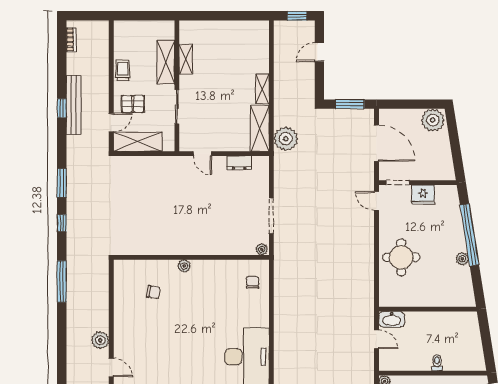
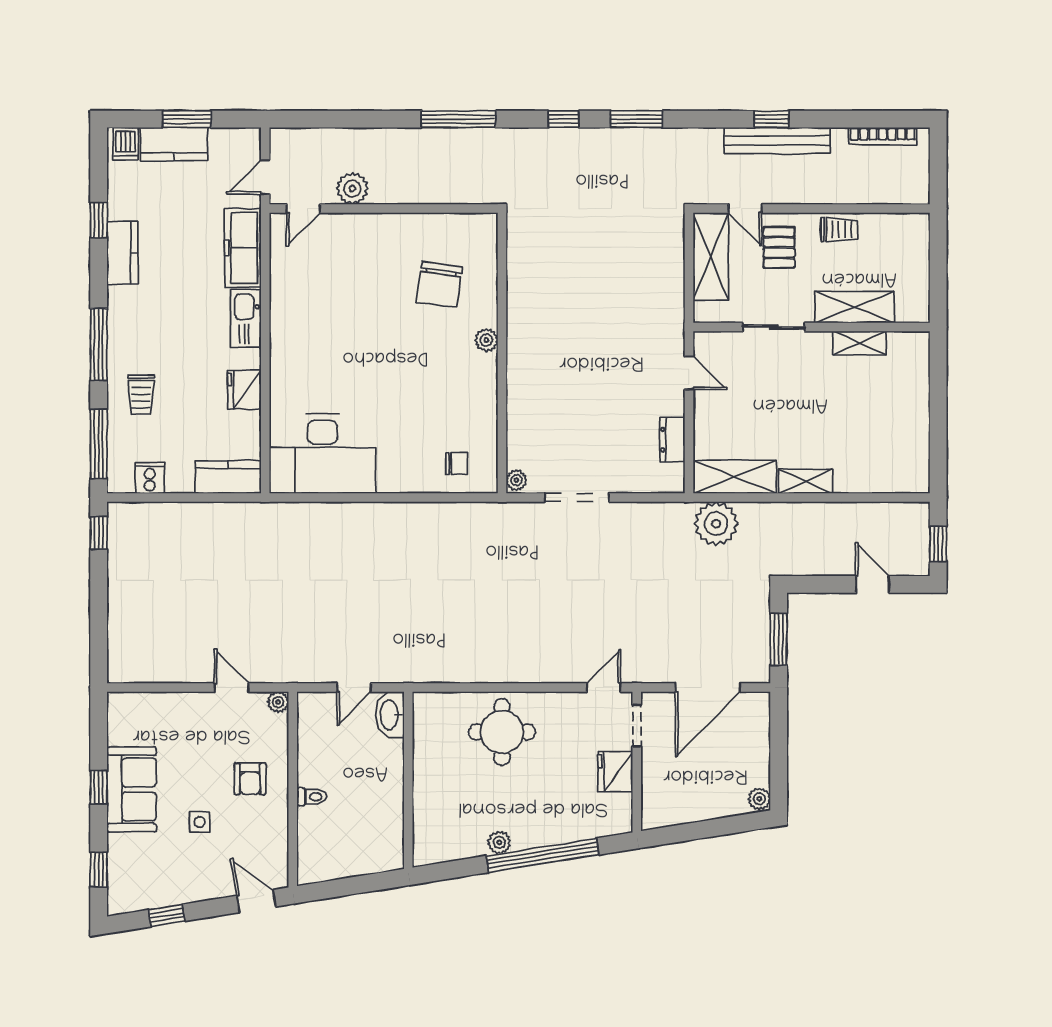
bookcase: (71, 40) -> (882, 136), width x1.56
plant: (433, 120) -> (759, 799), width x0.53, depth x0.53
door: (202, 154) -> (689, 373), swing flipped
chair: (153, 292) -> (439, 285), width x1.87, depth x1.87

